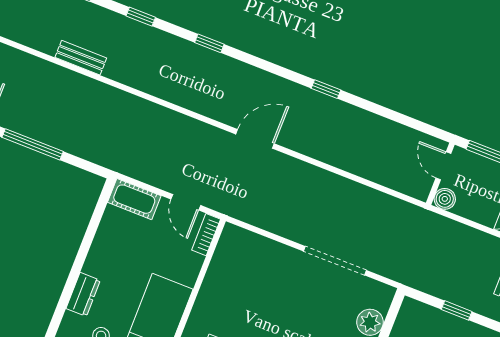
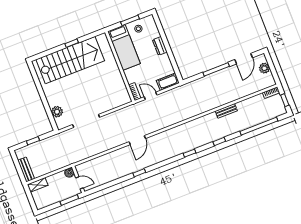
door: (255, 139) -> (137, 140), moved
dresser: (83, 294) -> (160, 46), moved

